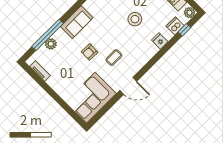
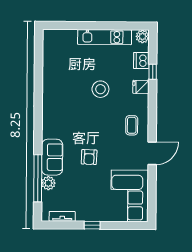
sofa: (77, 22) -> (52, 157), moved
window: (184, 30) -> (153, 72), moved
coffee table: (114, 58) -> (132, 125), moved
window: (52, 93) -> (92, 225), added

